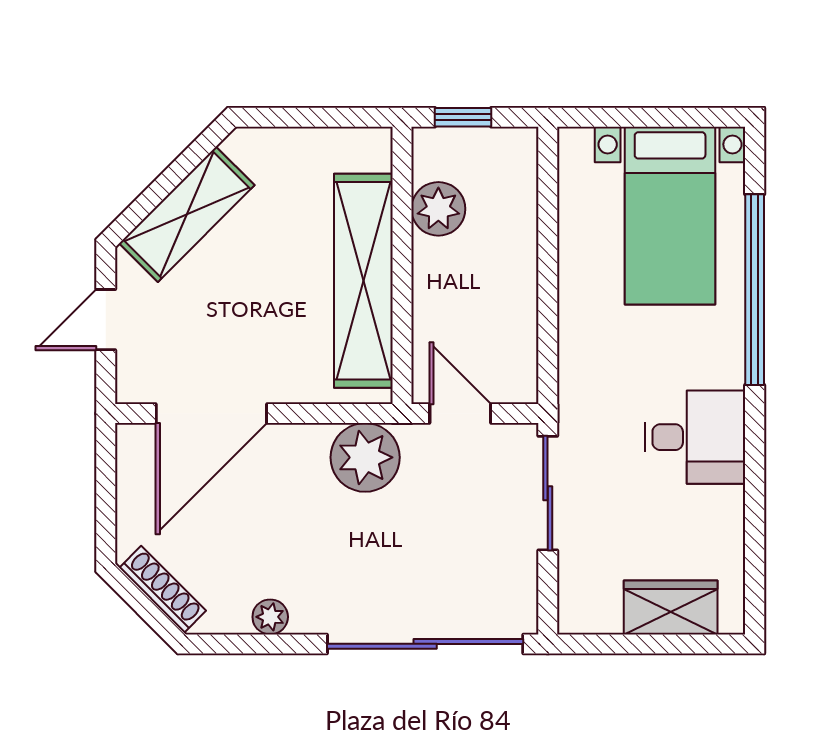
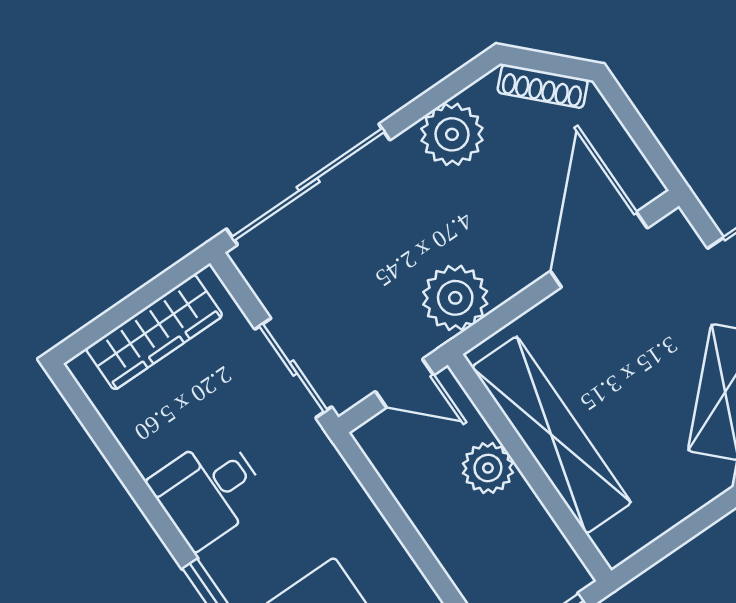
plant: (438, 209) -> (488, 468), moved
wardrobe: (671, 607) -> (154, 332), width x1.50
plant: (270, 617) -> (452, 134), width x1.88, depth x1.88

